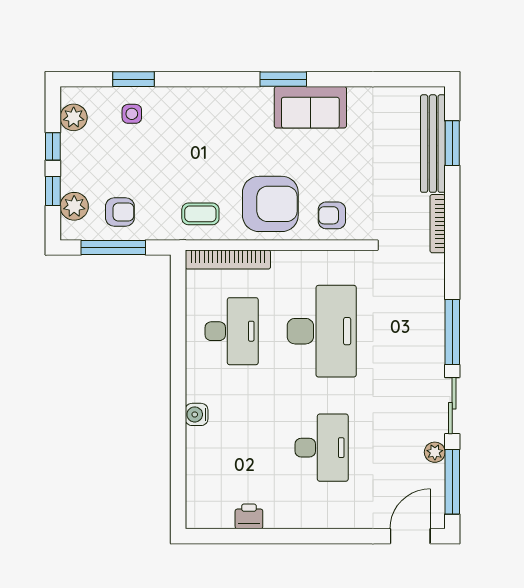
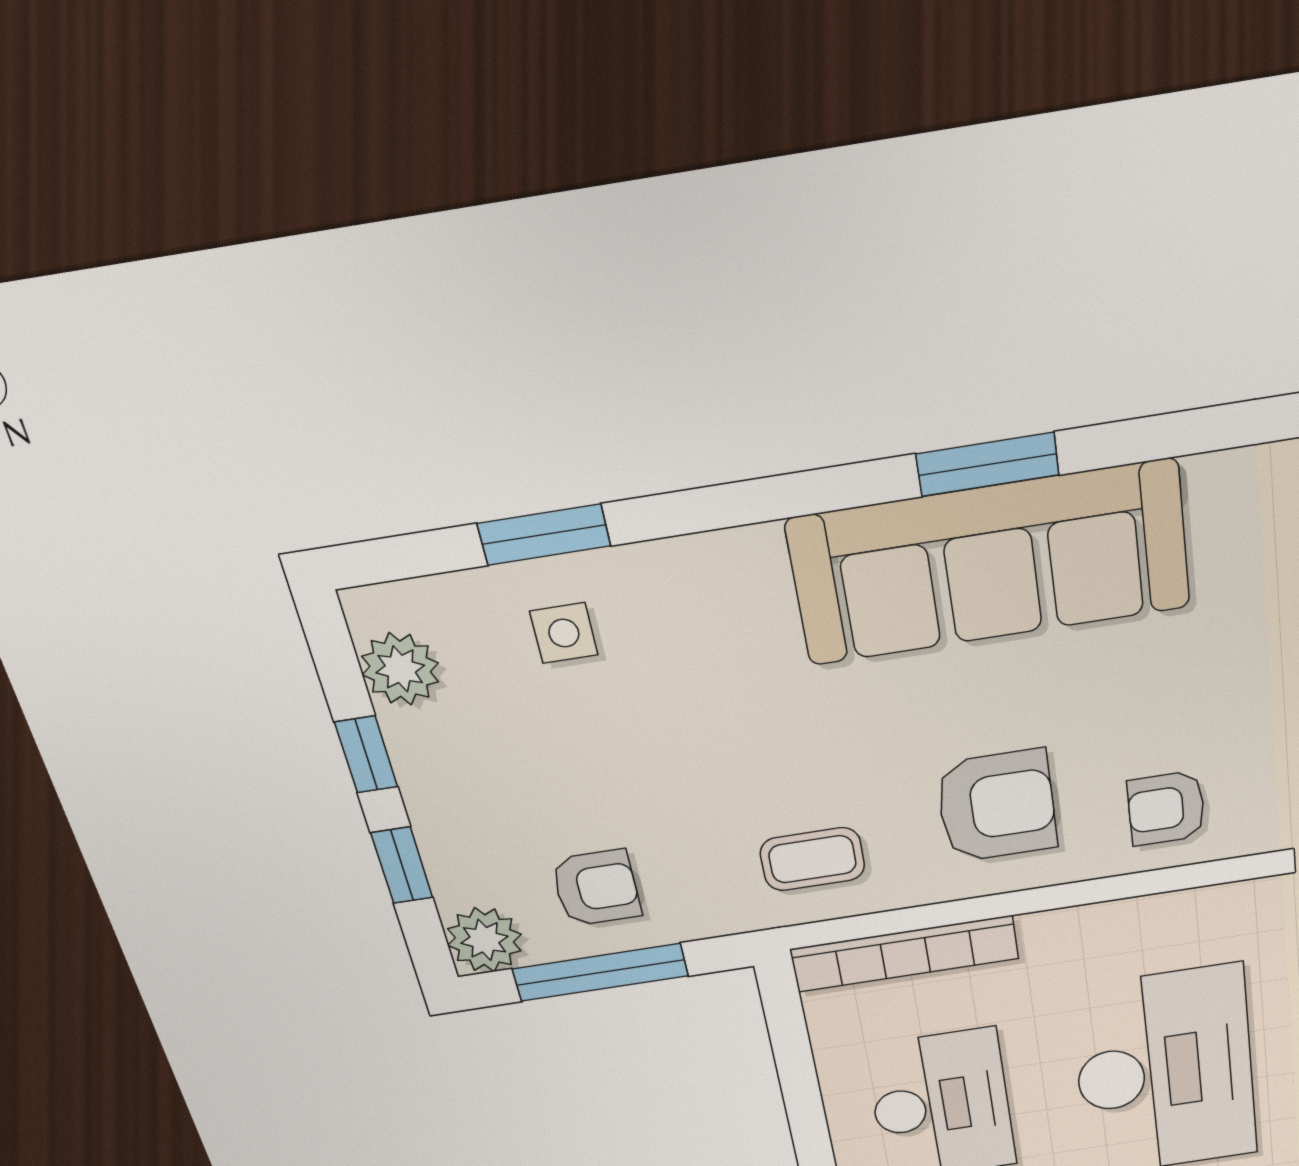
sofa: (310, 107) -> (990, 563), width x1.85, depth x1.27
armchair: (270, 204) -> (997, 806), width x0.73, depth x0.73
plant: (74, 206) -> (484, 940), moved

